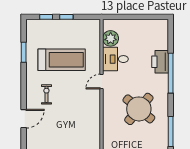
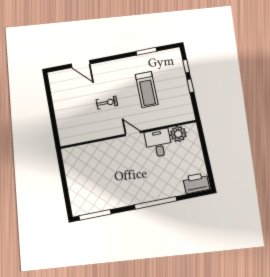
treadmill: (62, 60) -> (147, 89), width x0.73, depth x0.73
printer: (160, 62) -> (196, 183), moved
exercise bike: (46, 94) -> (107, 103), moved
round table: (139, 109) -> (112, 177), removed

